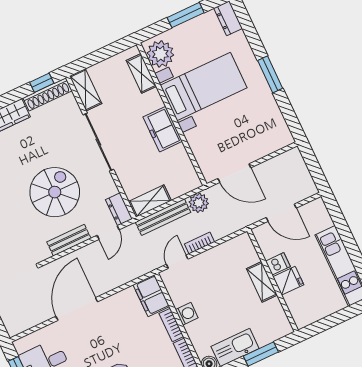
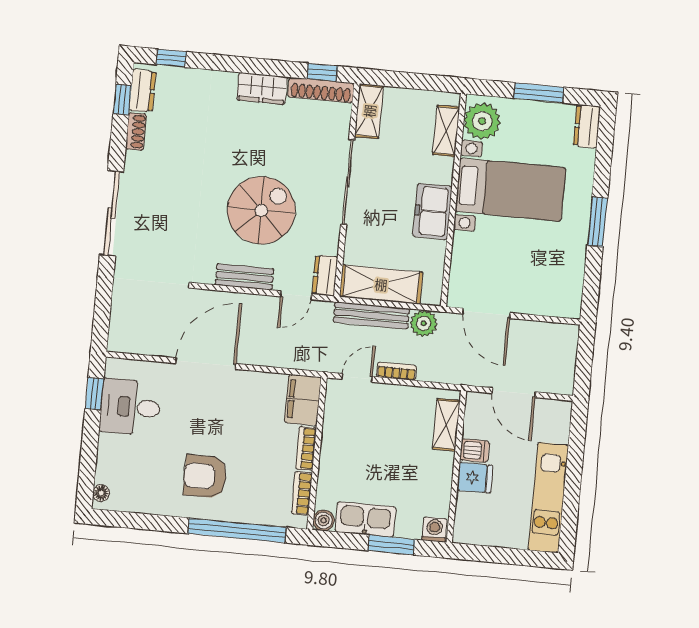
shelving: (150, 201) -> (381, 284), width x1.50, depth x1.33
shelving: (262, 282) -> (446, 425), moved
washing machine: (187, 314) -> (435, 529), moved, turned -90

